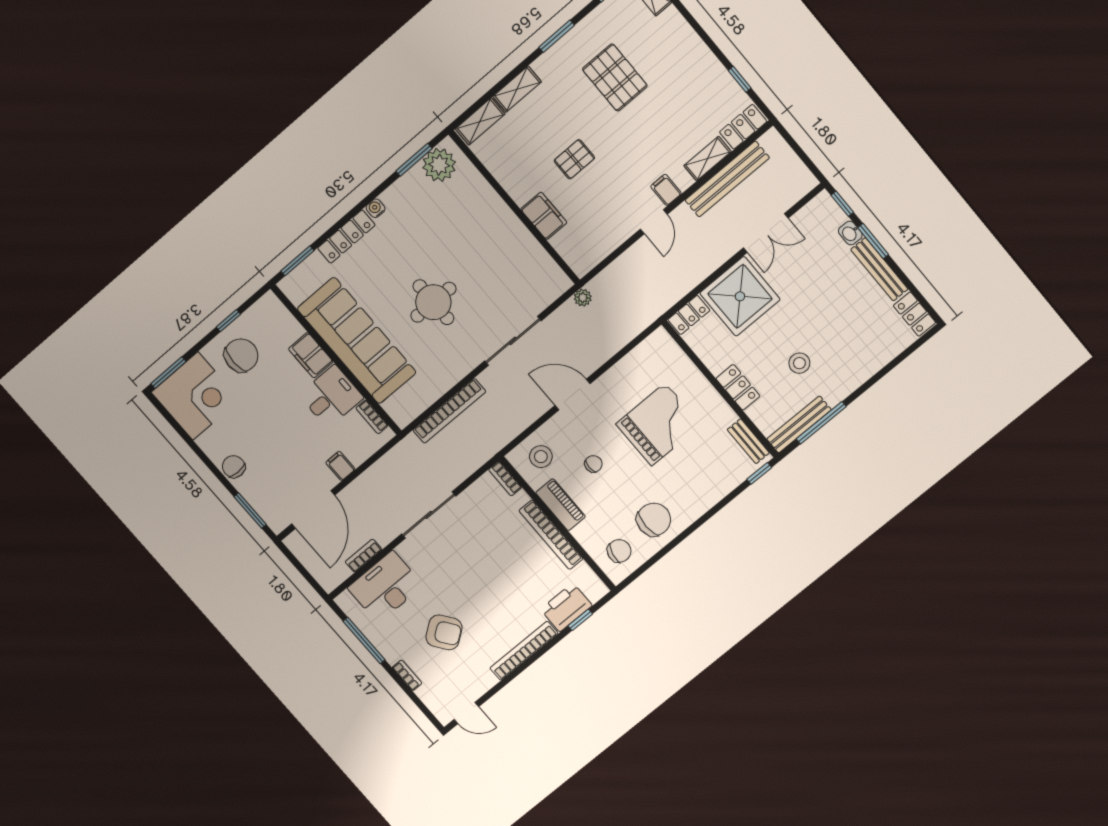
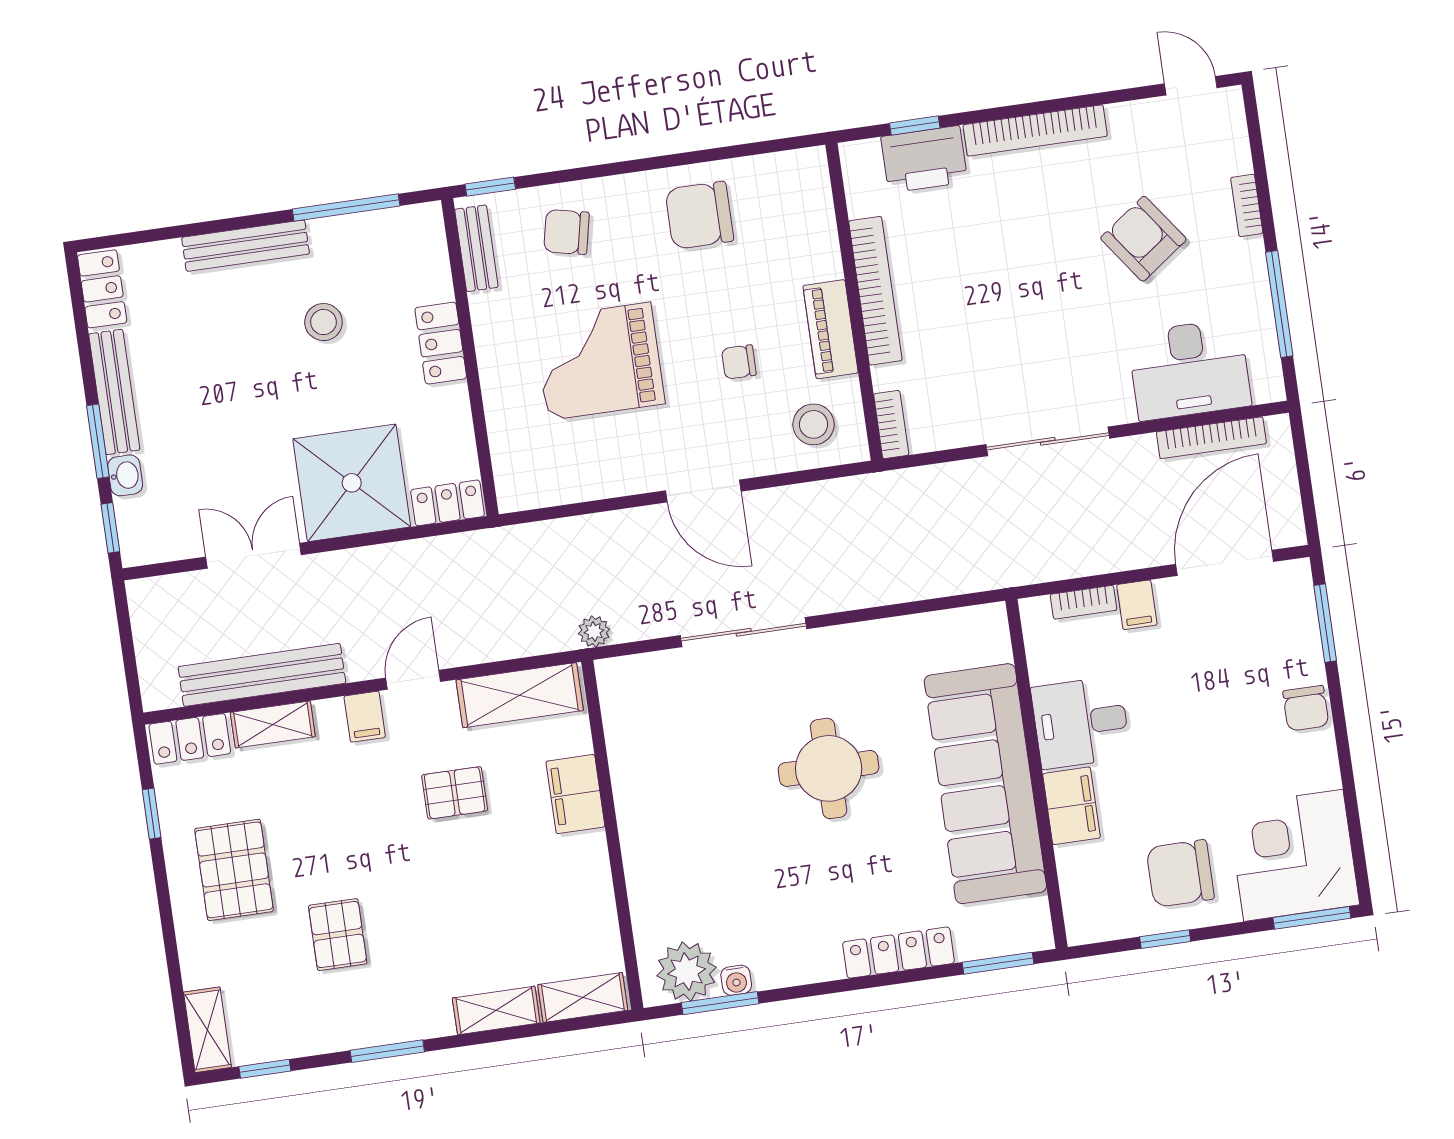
pallet: (684, 77) -> (234, 870), added
pallet: (615, 78) -> (338, 935), width x0.67, depth x0.71
pallet: (574, 159) -> (455, 793), moved
water cooler: (376, 208) -> (736, 980), moved
shelving: (599, 246) -> (520, 695), added
bookcase: (449, 411) -> (911, 585), removed
bookcase: (372, 417) -> (1084, 602), moved, turned 90
bench: (799, 424) -> (246, 246), moved
chair: (619, 551) -> (566, 232), moved
bookcase: (363, 556) -> (1211, 438), width x1.56

